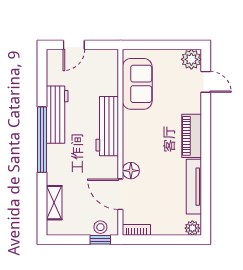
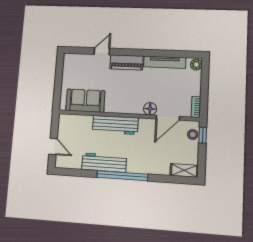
plant: (191, 59) -> (70, 60), removed
door: (206, 82) -> (102, 51), moved
shelving: (54, 203) -> (184, 170), moved

